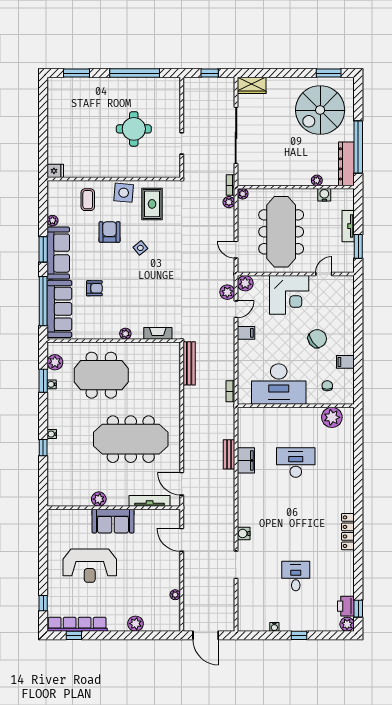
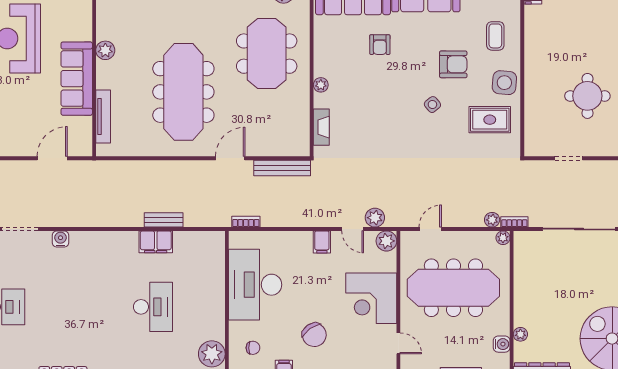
coffee table: (88, 200) -> (495, 36), turned 90
door: (182, 484) -> (230, 158), moved
sofa: (113, 521) -> (77, 79), width x1.36

